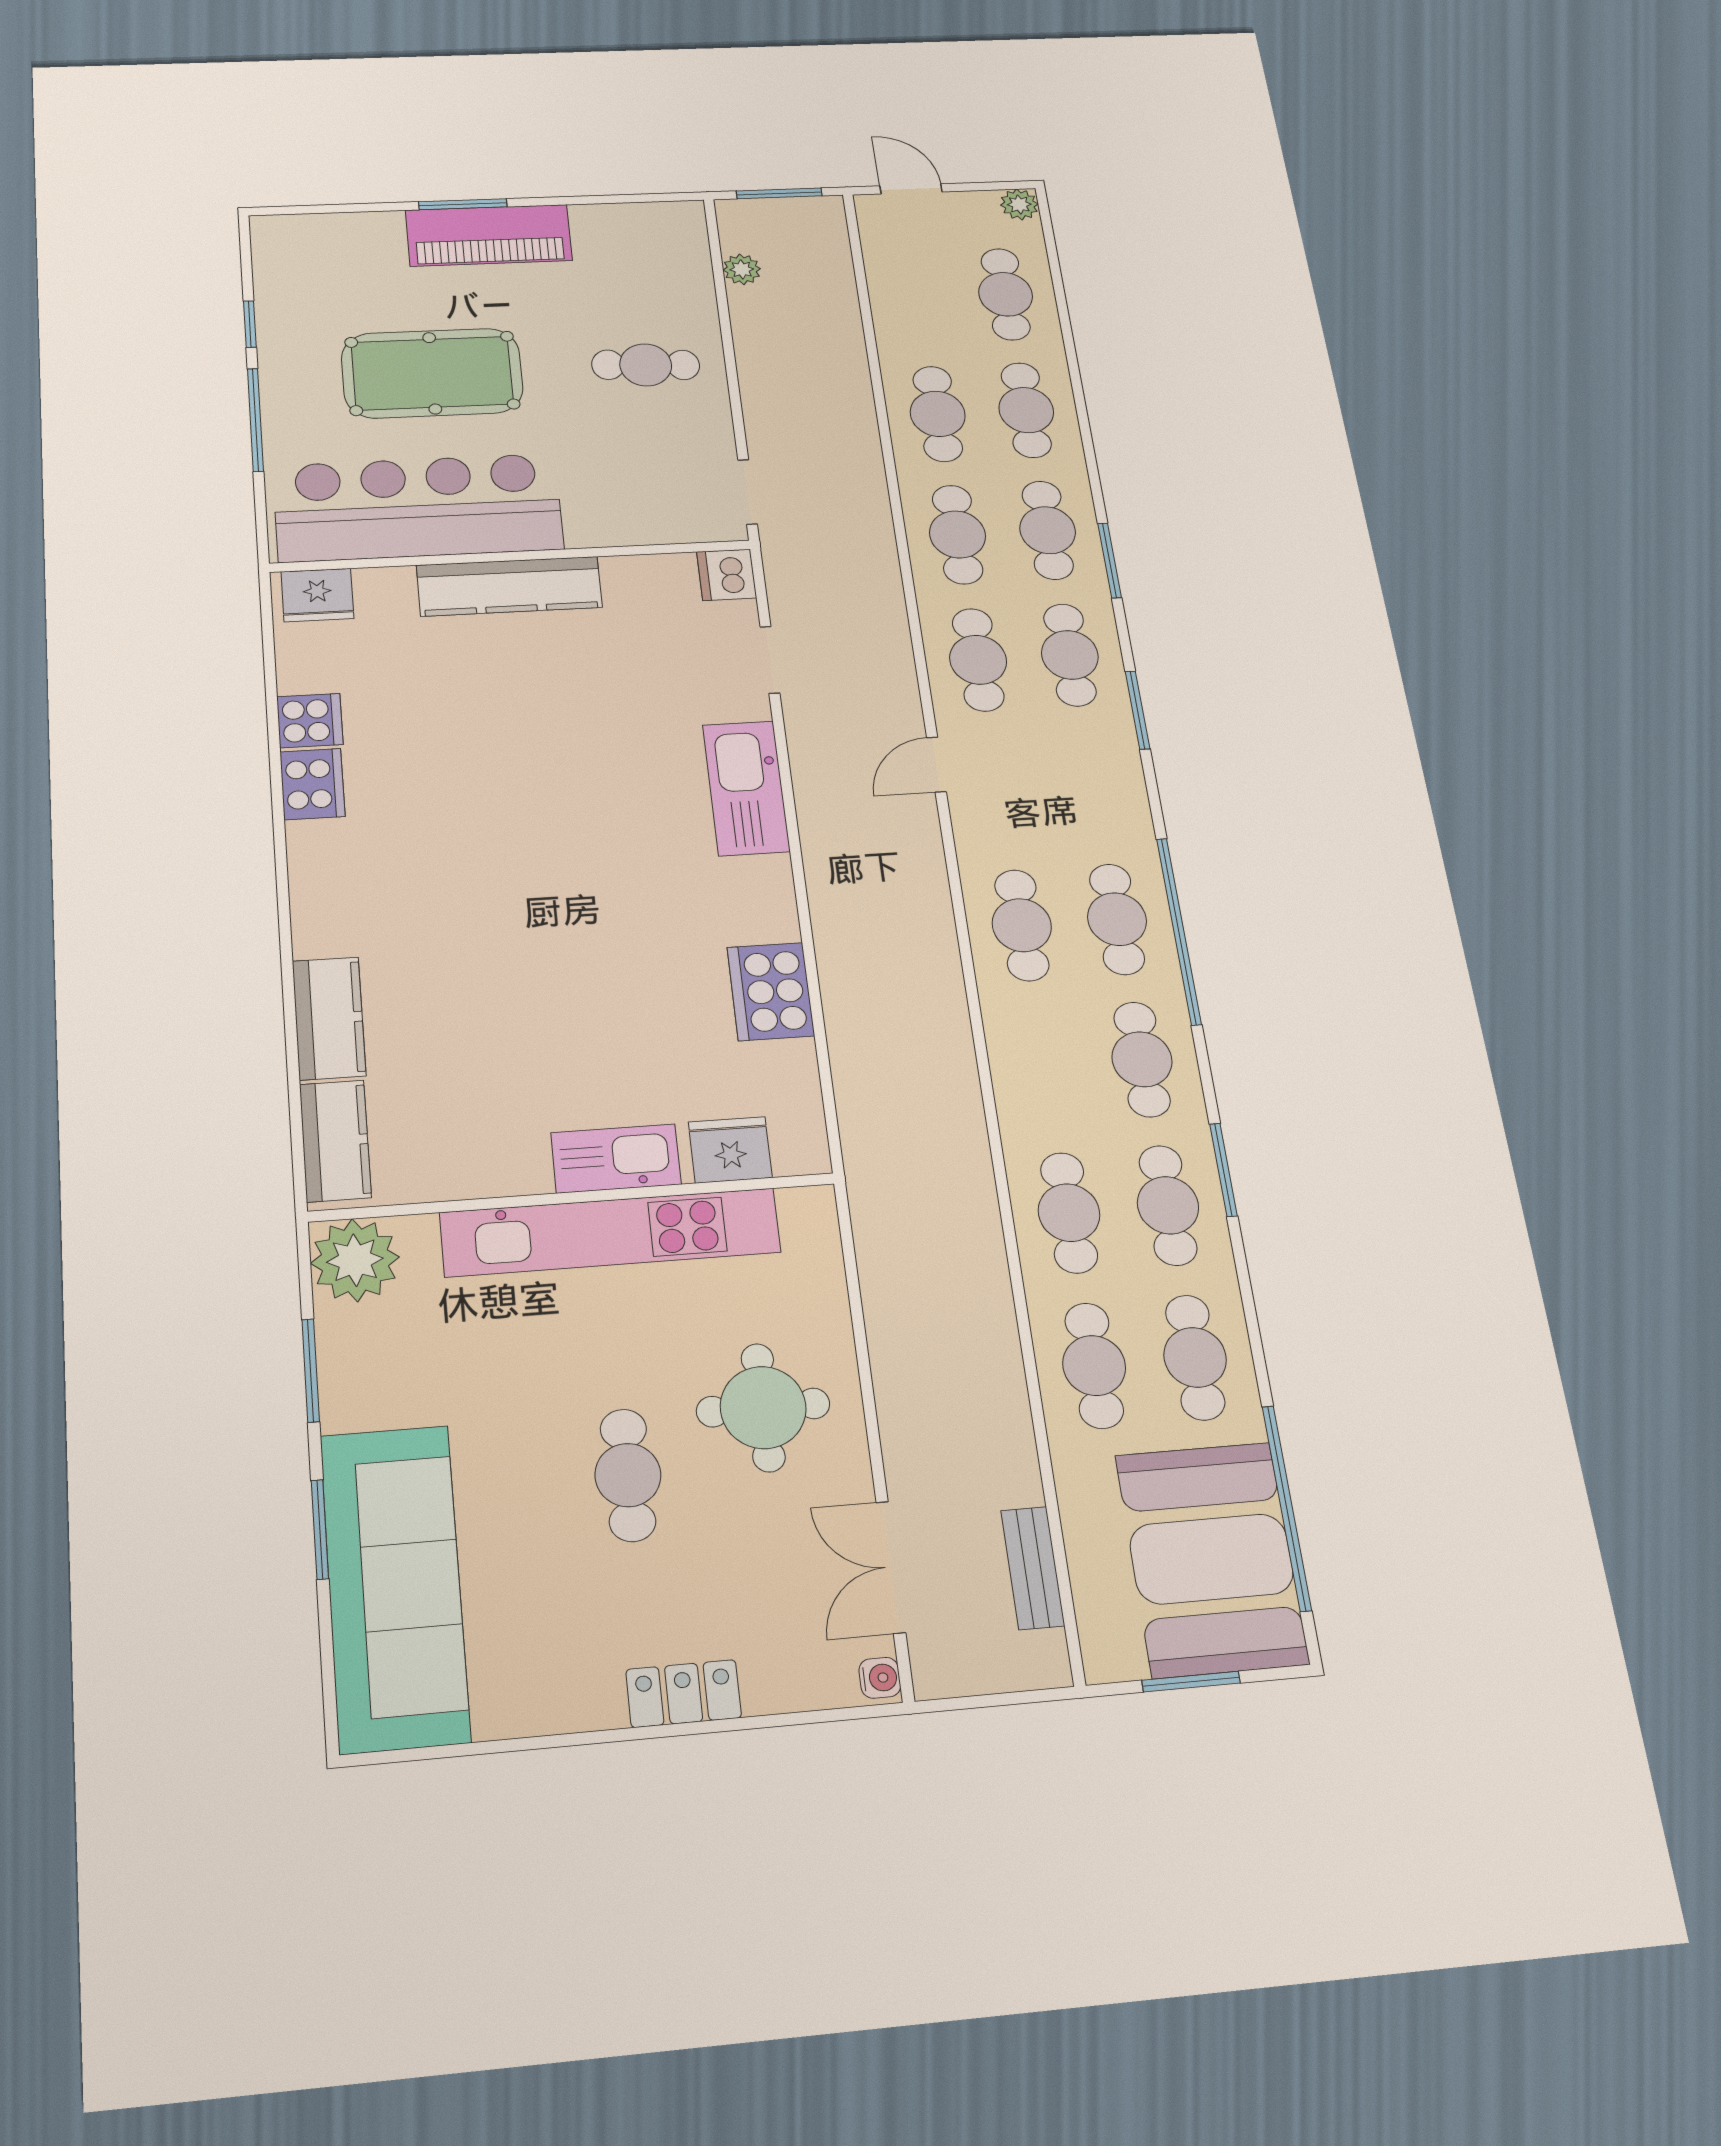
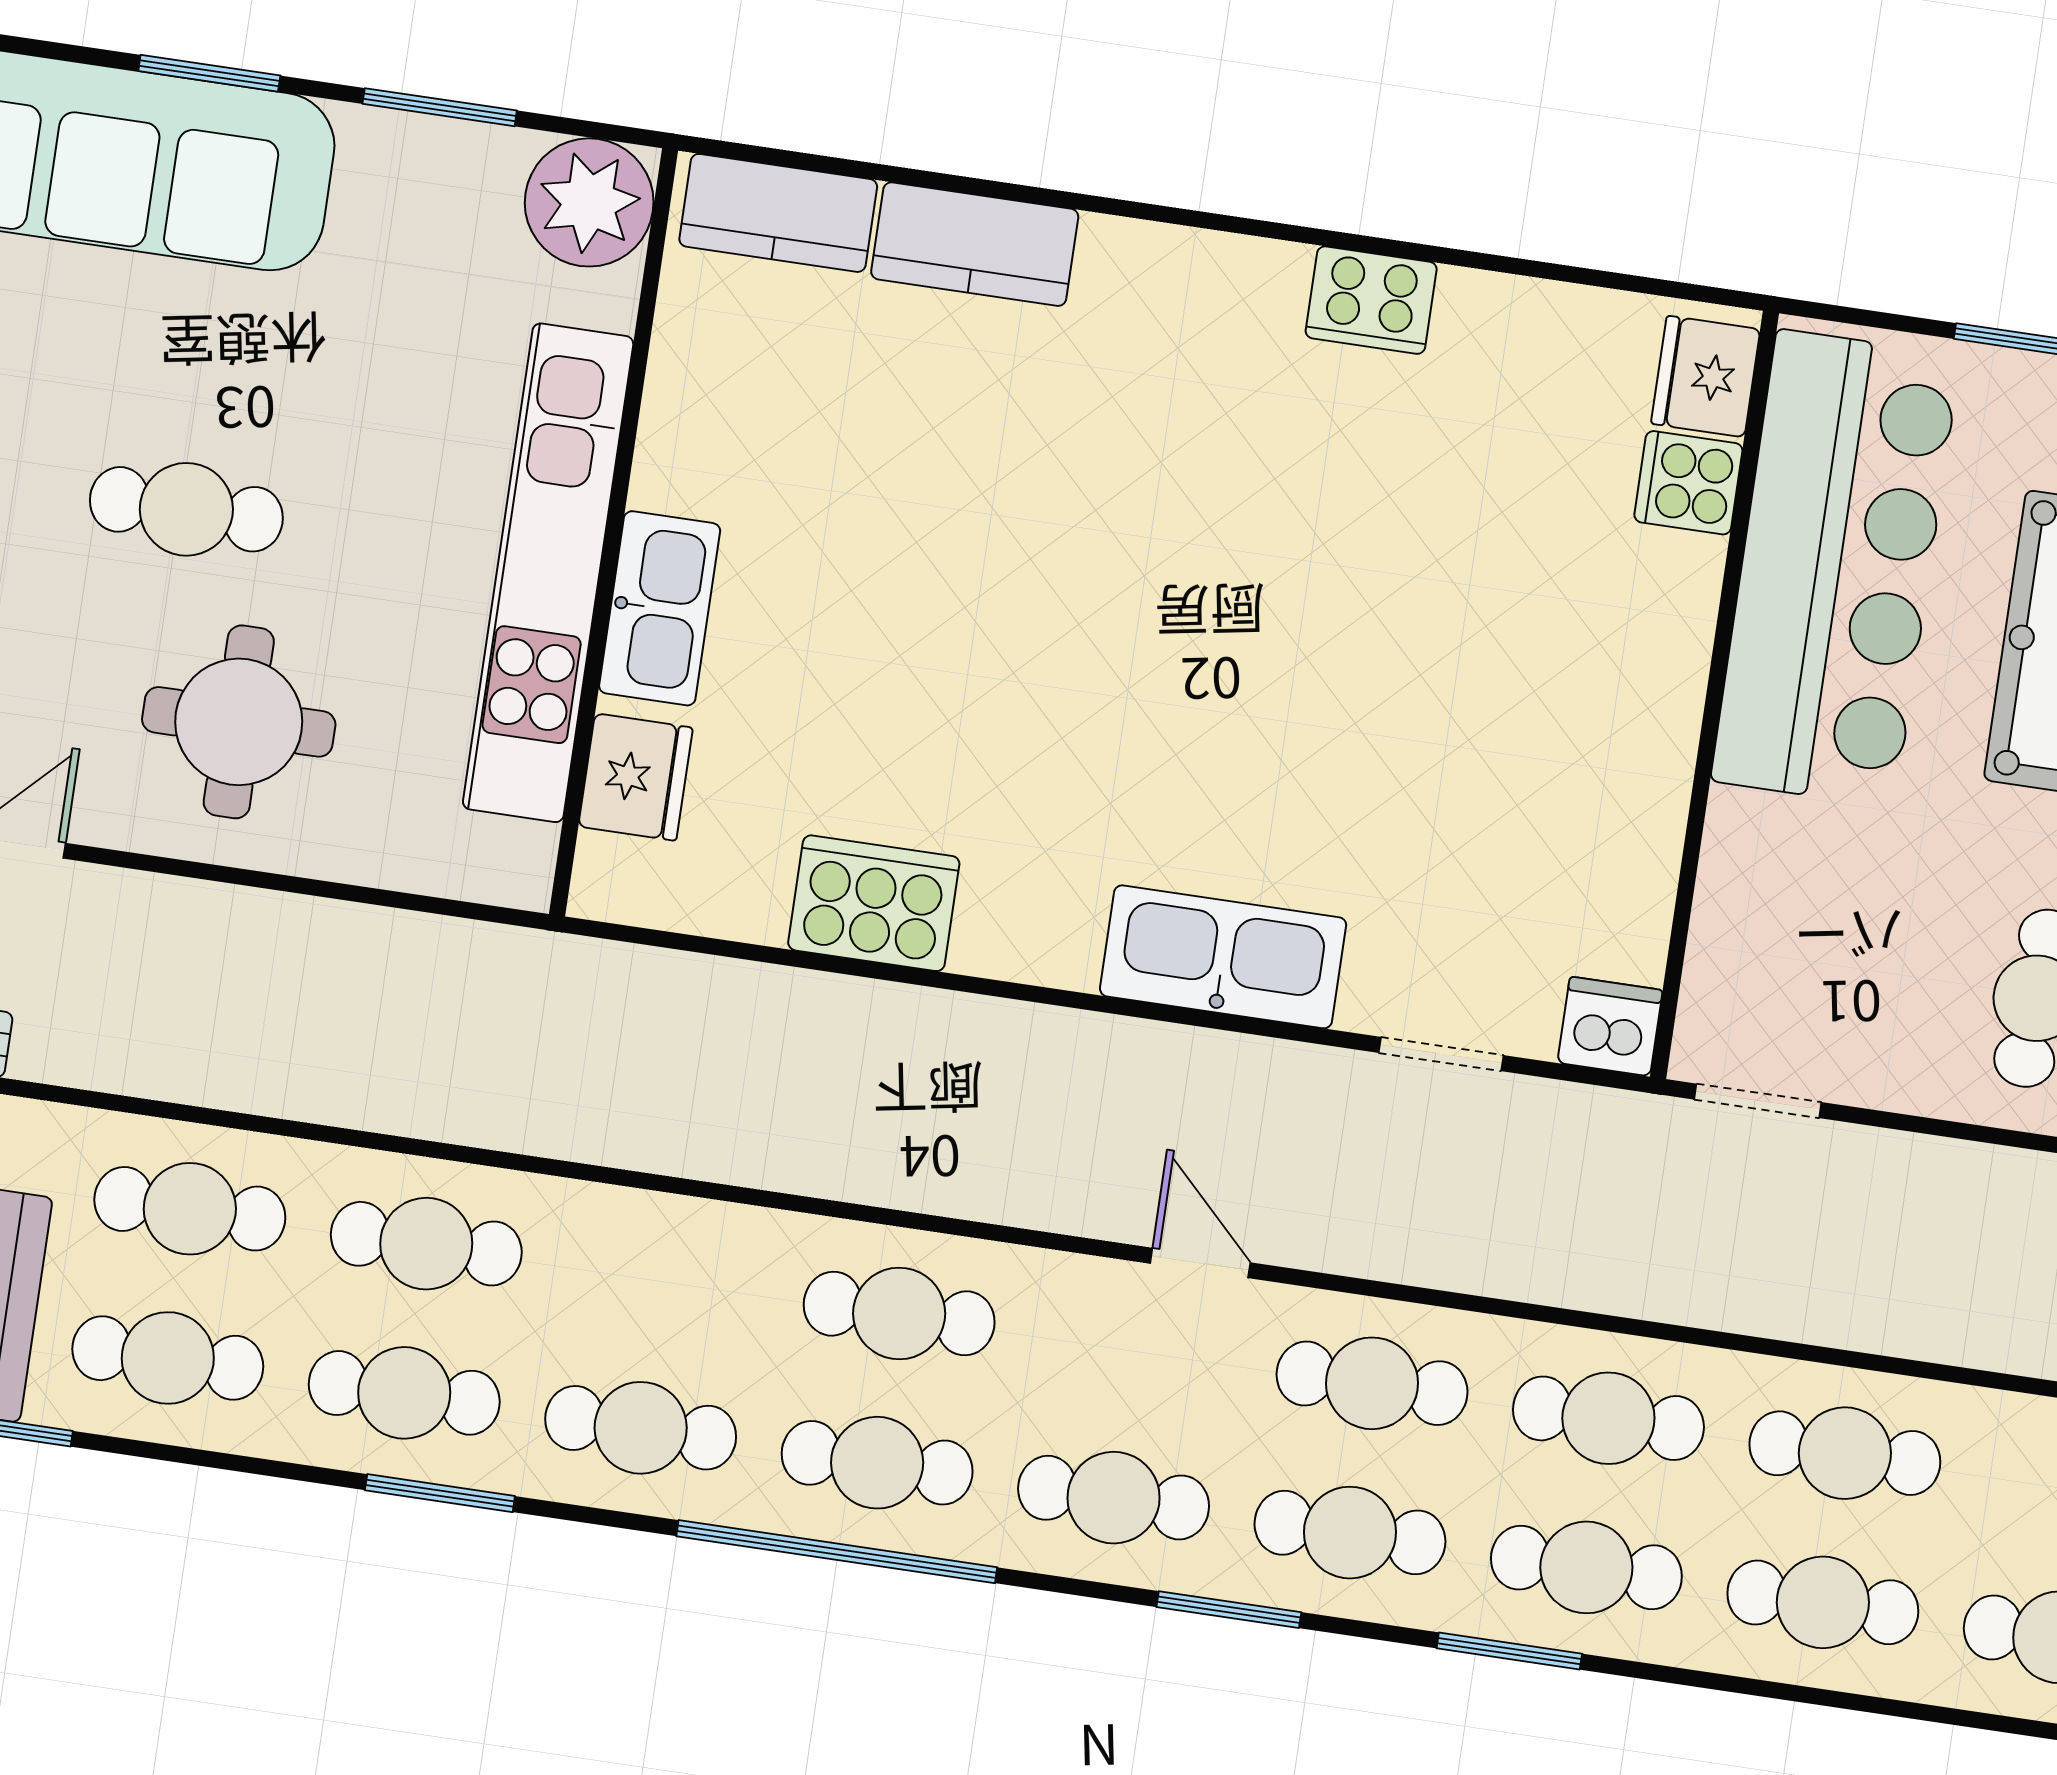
kitchen counter: (509, 586) -> (1660, 679), removed
cooker: (310, 721) -> (1688, 483), moved, turned 90
cafe table: (1093, 784) -> (1114, 1498), added

